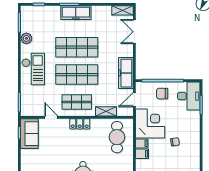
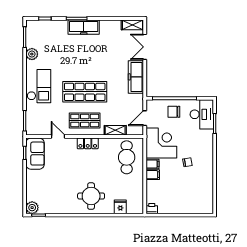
shop shelf: (77, 47) -> (85, 63), removed
freezer: (126, 73) -> (136, 77), moved

